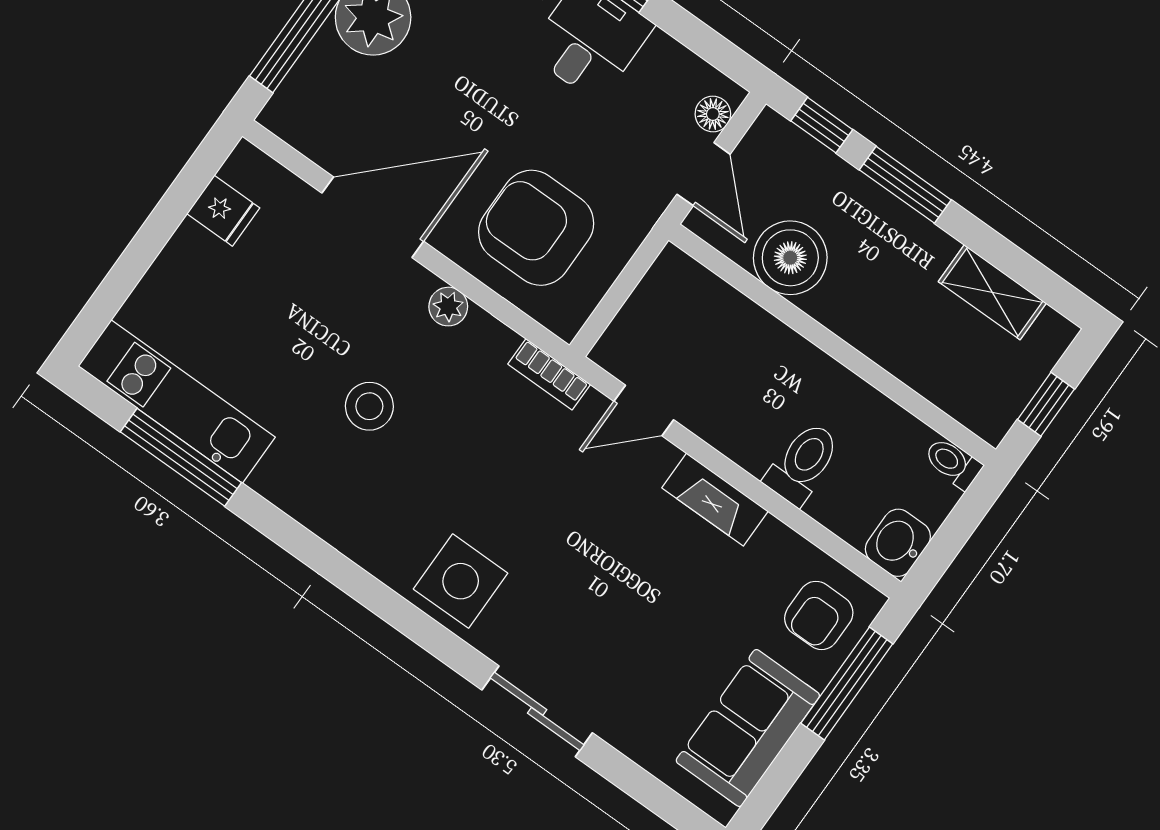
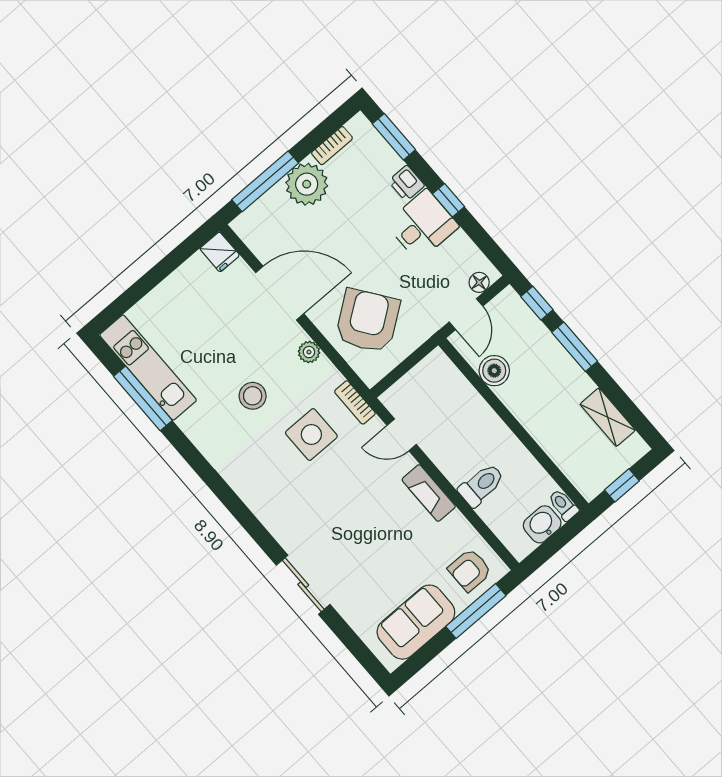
fridge: (223, 211) -> (220, 252), moved
armchair: (536, 228) -> (367, 321), turned 54
boiler: (790, 258) -> (494, 371), width x0.73, depth x0.73
washbasin: (898, 543) -> (542, 524), moved
side table: (461, 581) -> (311, 435), moved

